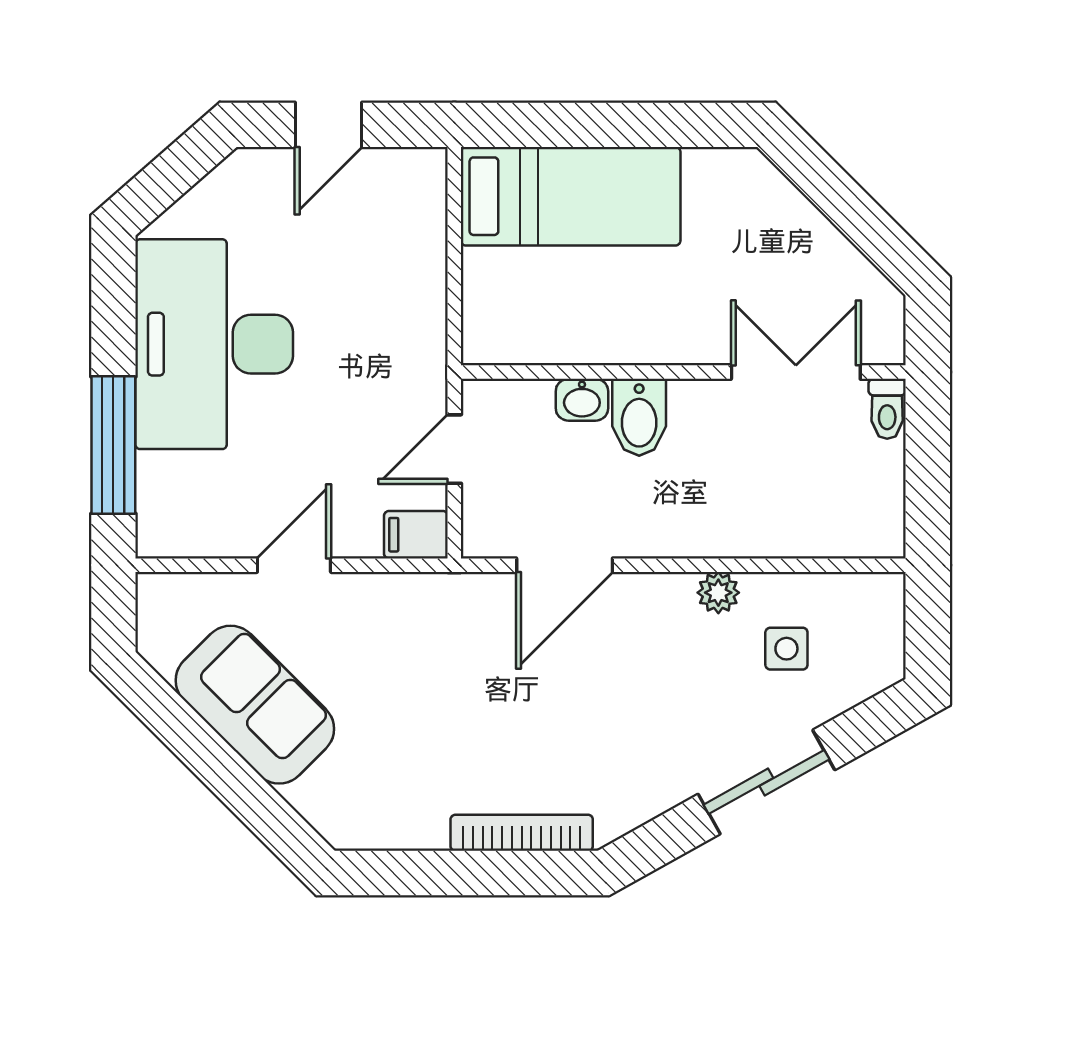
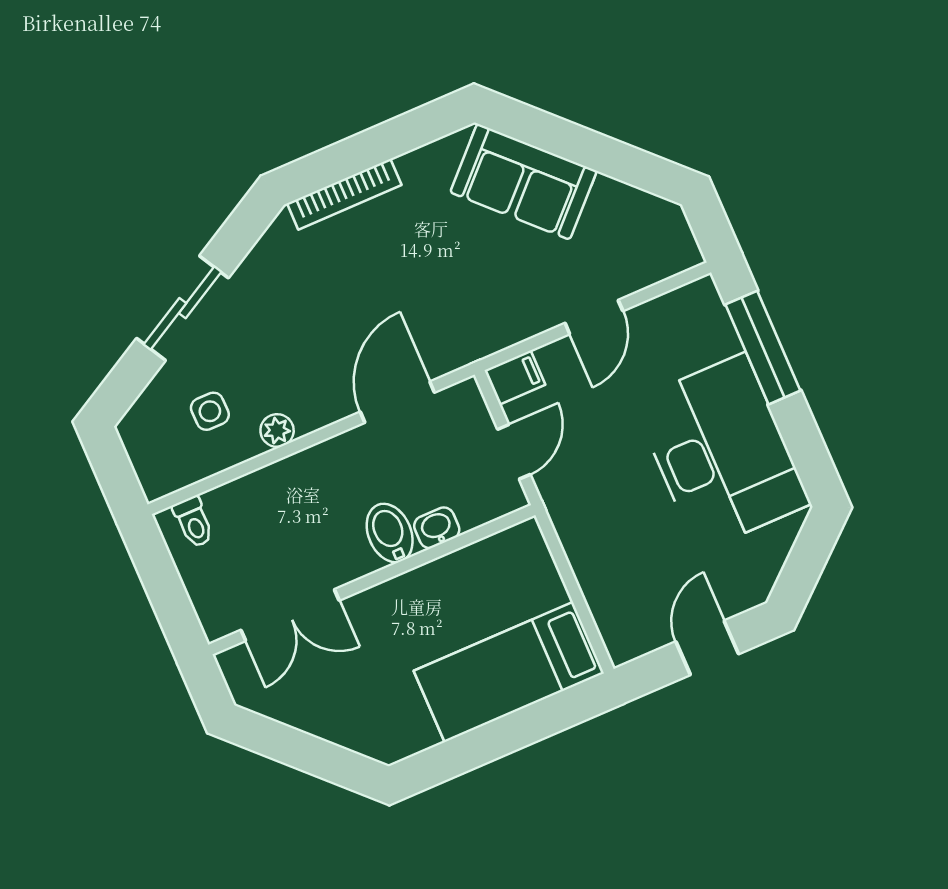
toilet: (887, 409) -> (193, 522), moved, turned 180
sofa: (255, 705) -> (524, 182), moved

